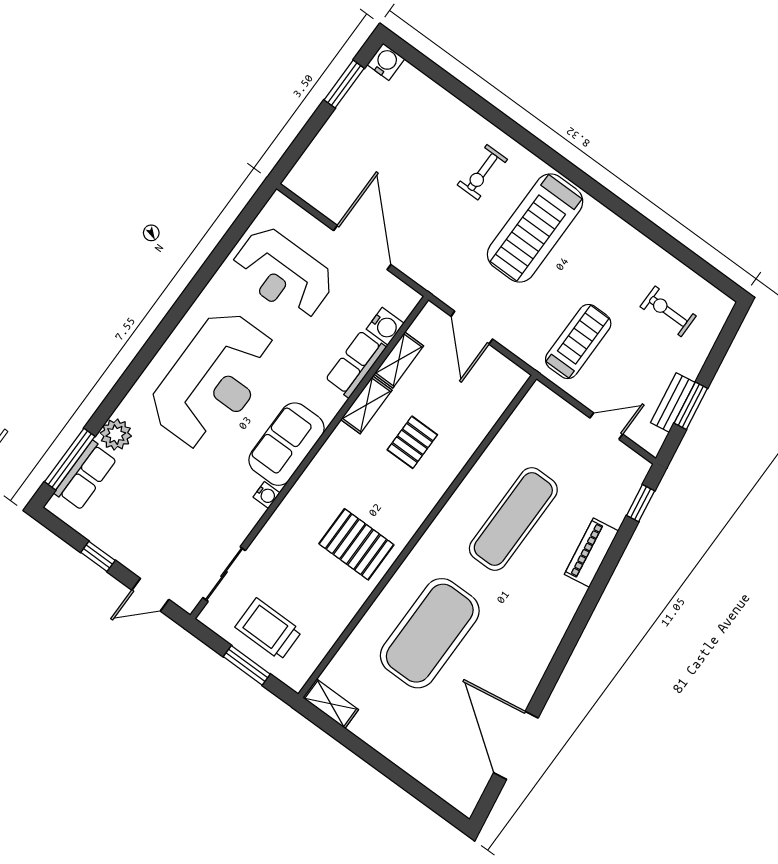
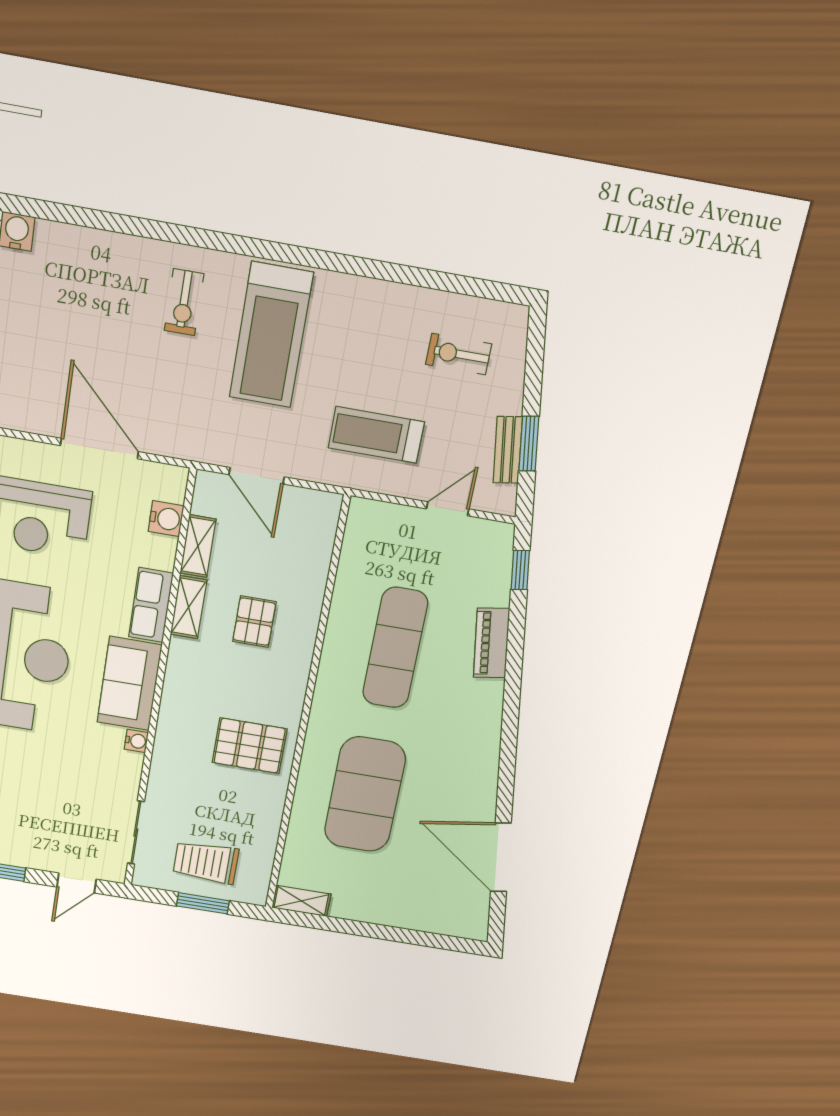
treadmill: (578, 342) -> (376, 435), turned -90
row of seats: (356, 364) -> (151, 605), moved

